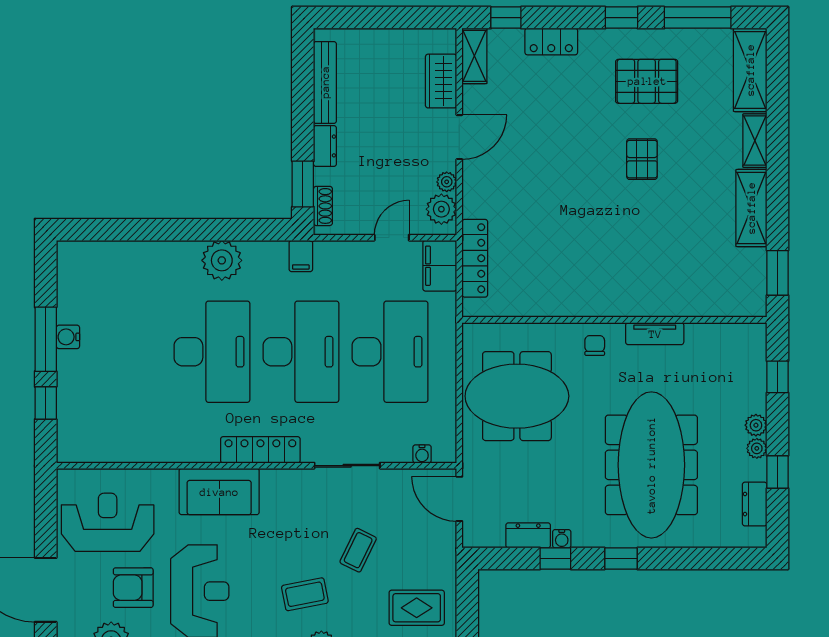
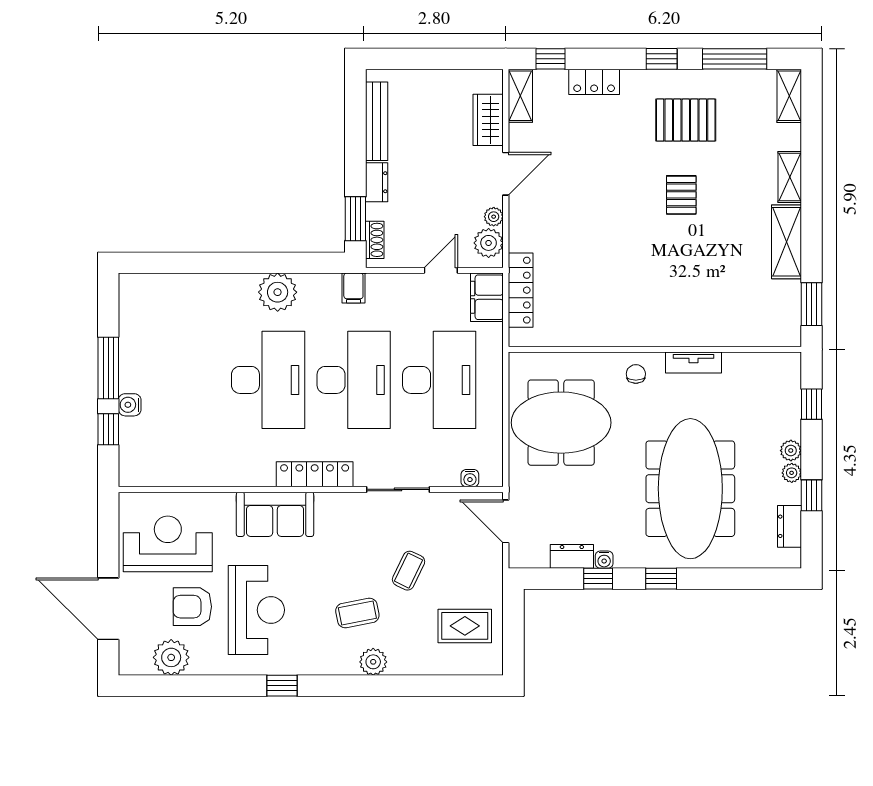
shelving: (750, 70) -> (789, 96), width x0.67, depth x0.75
water cooler: (68, 337) -> (130, 405), moved

